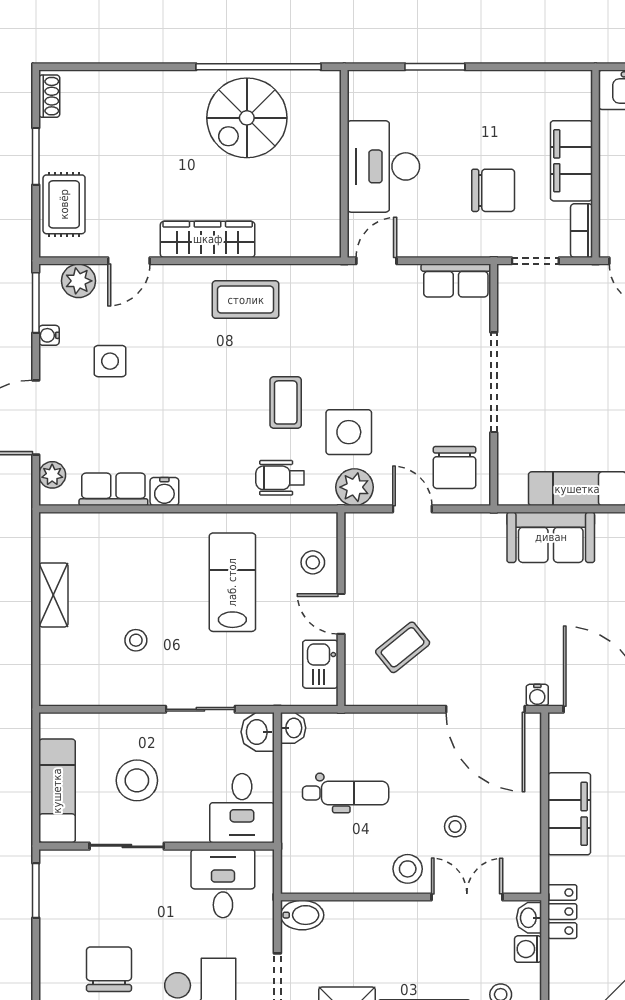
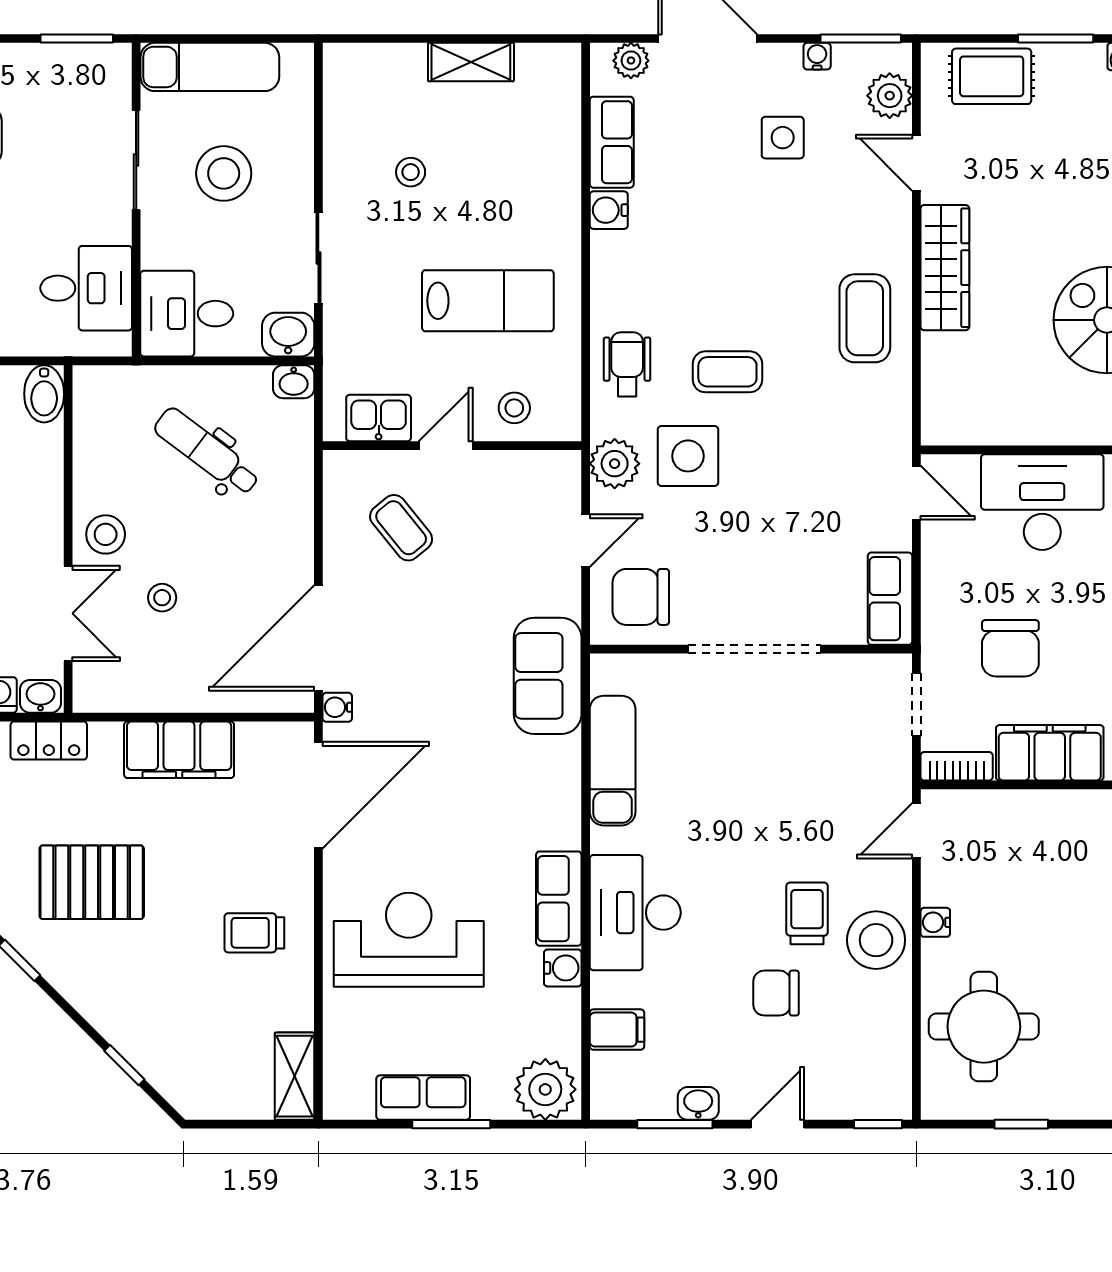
sofa: (551, 537) -> (548, 676), moved
dental chair: (346, 793) -> (207, 452), turned 127

